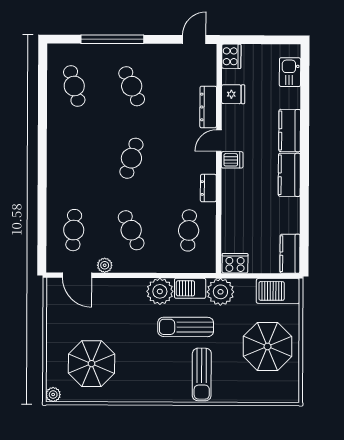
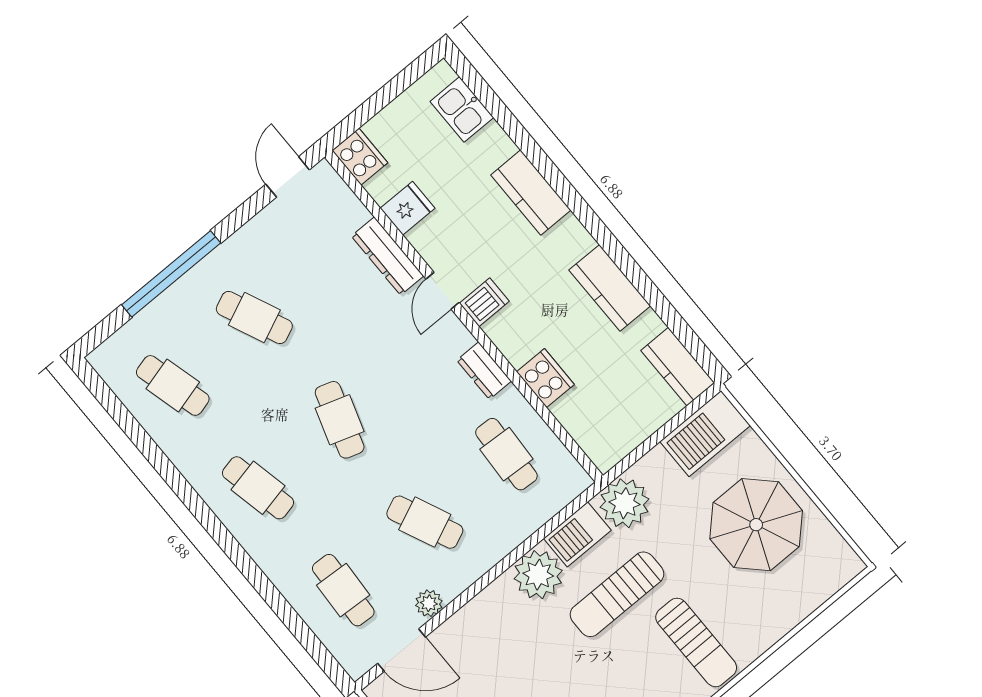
cafe table: (74, 158) -> (258, 488), added
kitchen counter: (289, 175) -> (610, 288), moved
cooker: (235, 263) -> (545, 378), moved, turned 90

